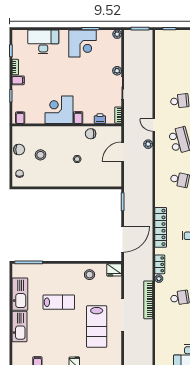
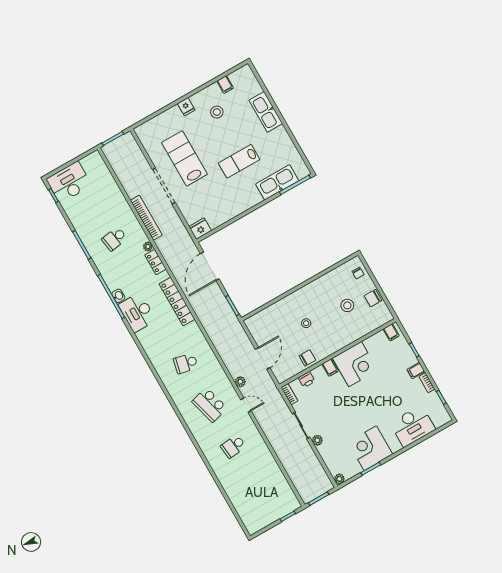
stool: (90, 275) -> (217, 112), moved
kitchen sink: (20, 294) -> (277, 182), moved, turned 90

